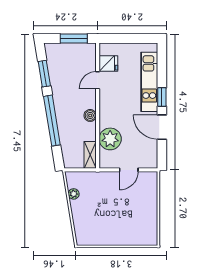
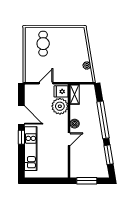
fridge: (108, 63) -> (61, 91), moved
door: (98, 80) -> (69, 139), moved
cafe table: (133, 223) -> (43, 44), added

